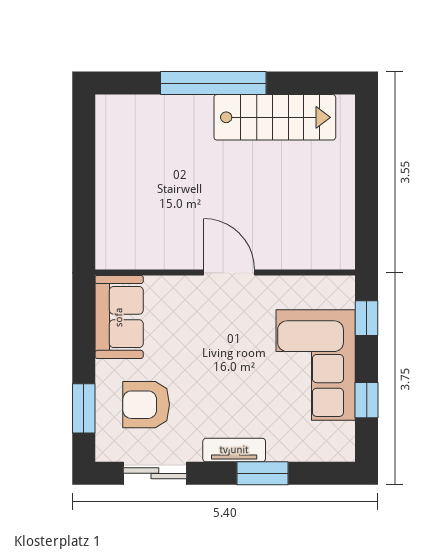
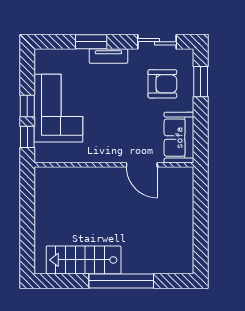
door: (229, 273) -> (142, 165), moved
window: (367, 400) -> (27, 106), moved

